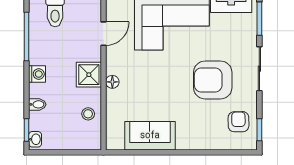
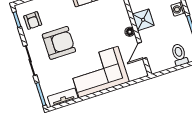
floor lamp: (112, 82) -> (130, 32), moved

